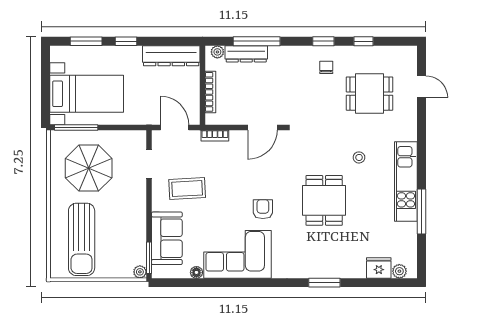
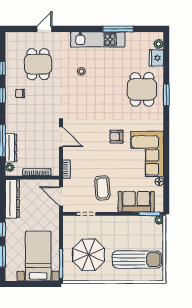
door: (422, 87) -> (44, 29), moved
door: (175, 127) -> (61, 196), hinge flipped
dining table: (324, 200) -> (142, 89), moved, turned 90

